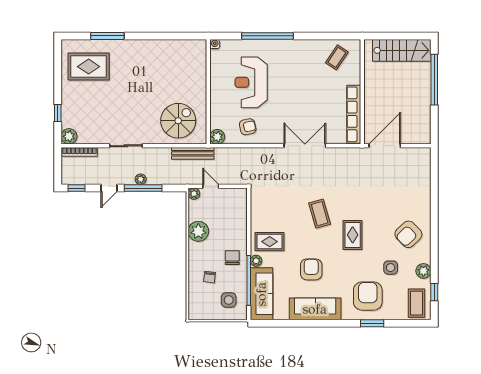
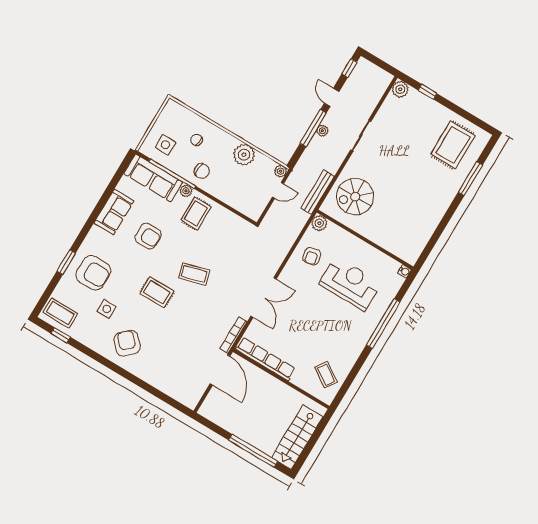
spiral stairs: (178, 121) -> (355, 197), turned 90
bookcase: (80, 152) -> (233, 335), moved
plant: (423, 271) -> (86, 337), removed
sofa: (315, 309) -> (114, 212), width x0.73

